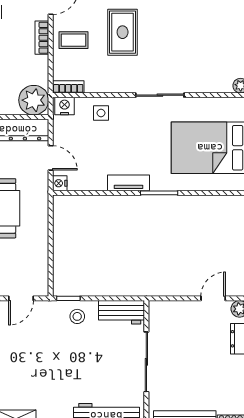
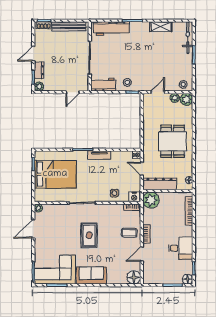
rug: (123, 32) -> (89, 235), moved
door: (213, 298) -> (73, 92), moved

